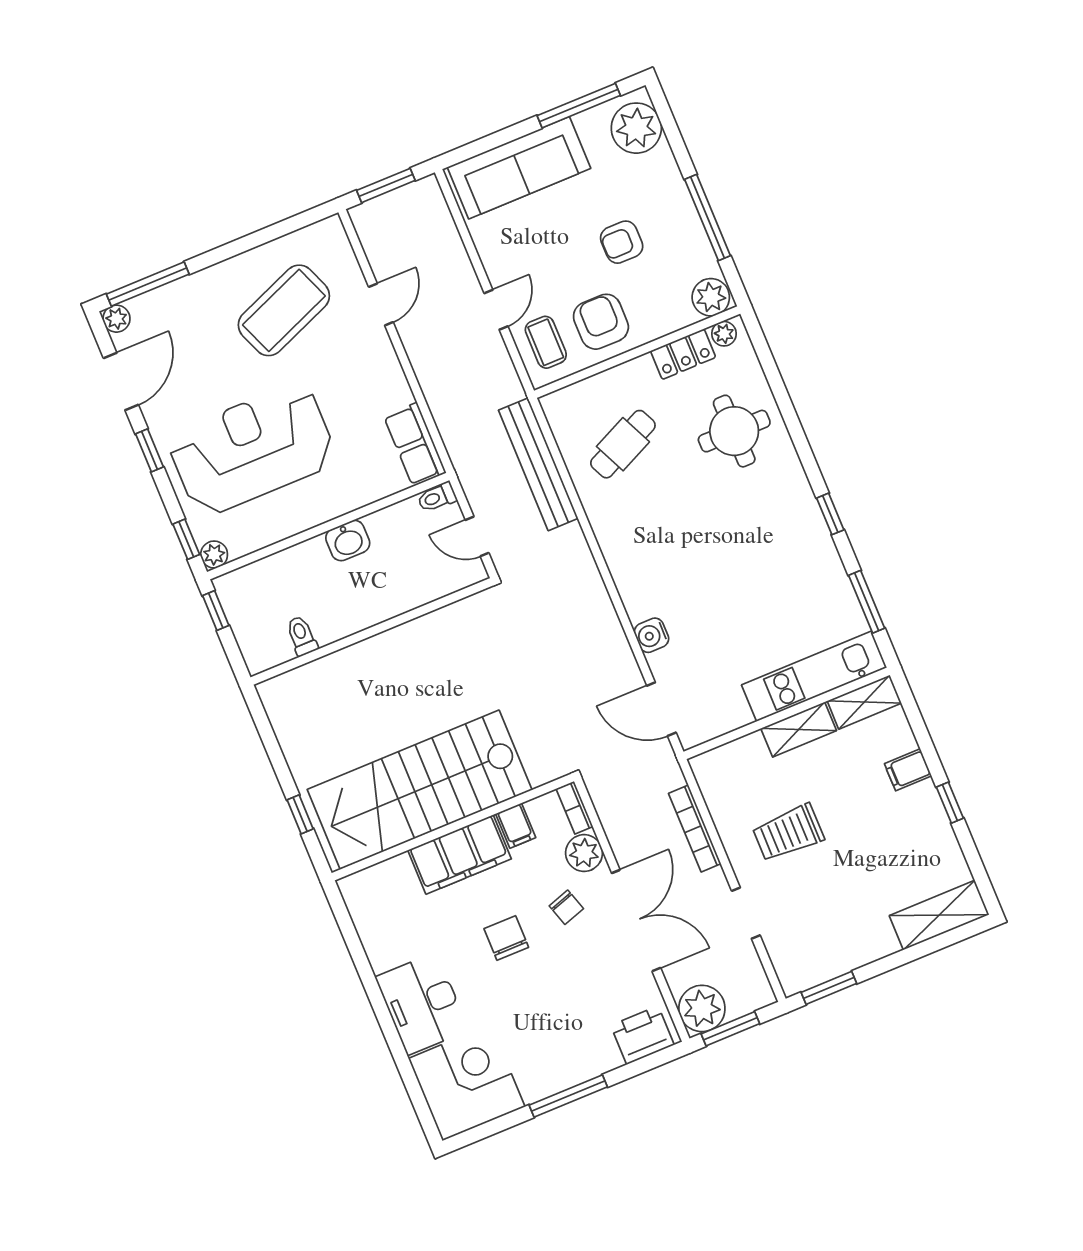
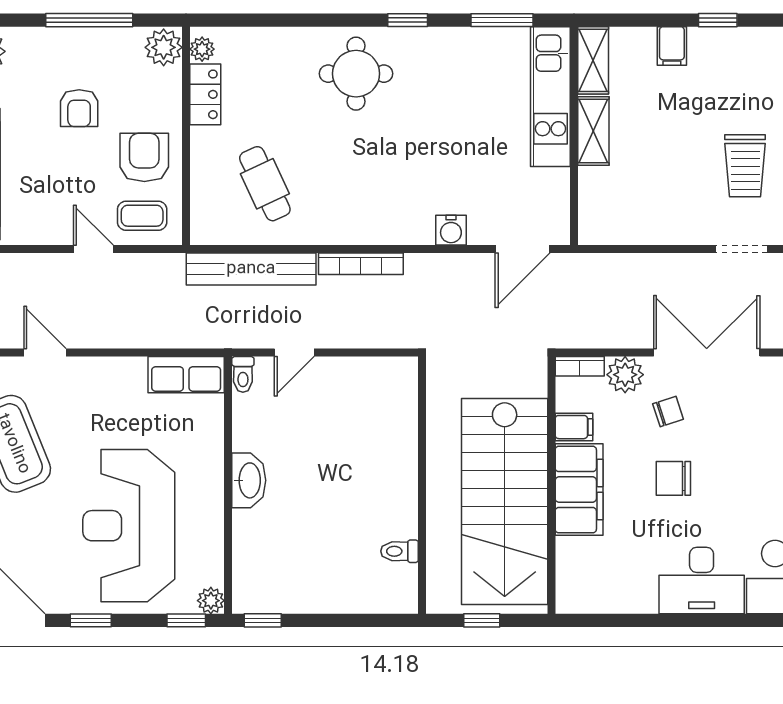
armchair: (601, 322) -> (144, 157), turned 90
round table: (734, 431) -> (356, 74), moved
washbasin: (348, 541) -> (249, 480), width x1.38
wall: (372, 631) -> (422, 485), moved
toilet: (302, 636) -> (400, 551), moved
bookcase: (695, 829) -> (361, 264), moved
trolley: (788, 833) -> (745, 166), moved

